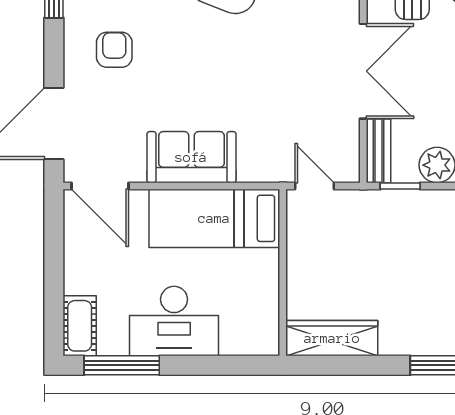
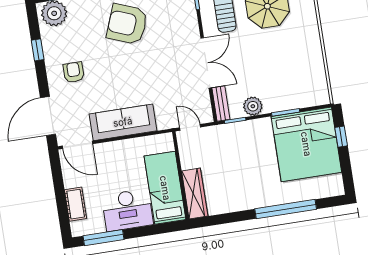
sofa: (191, 157) -> (123, 122), width x1.36
bed: (214, 218) -> (165, 188), moved, turned 90
cot: (80, 326) -> (76, 204), moved
wardrobe: (332, 338) -> (195, 194), moved, turned 90

